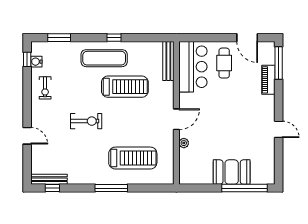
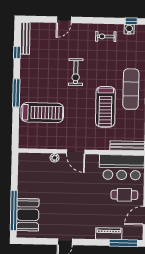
treadmill: (133, 158) -> (42, 113), turned -90
booth: (232, 172) -> (28, 215), moved
window: (52, 188) -> (17, 52), moved

